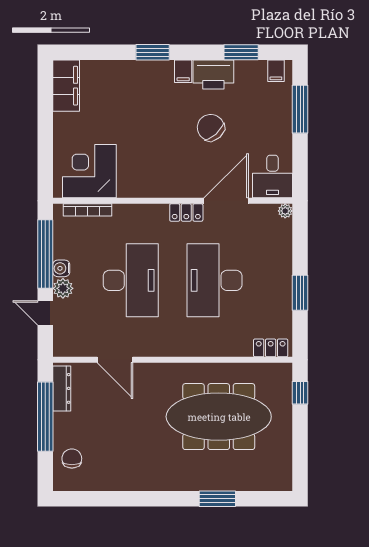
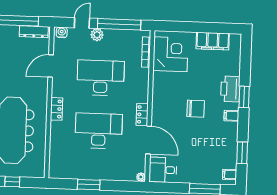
printer: (213, 74) -> (230, 89), moved
filing cabinet: (66, 86) -> (213, 41), moved
chair: (211, 128) -> (196, 109), moved, turned 42
water cooler: (61, 268) -> (62, 32), moved
desk: (131, 280) -> (100, 78), turned 180
locker: (271, 348) -> (57, 109), moved
window: (300, 393) -> (12, 182), moved

